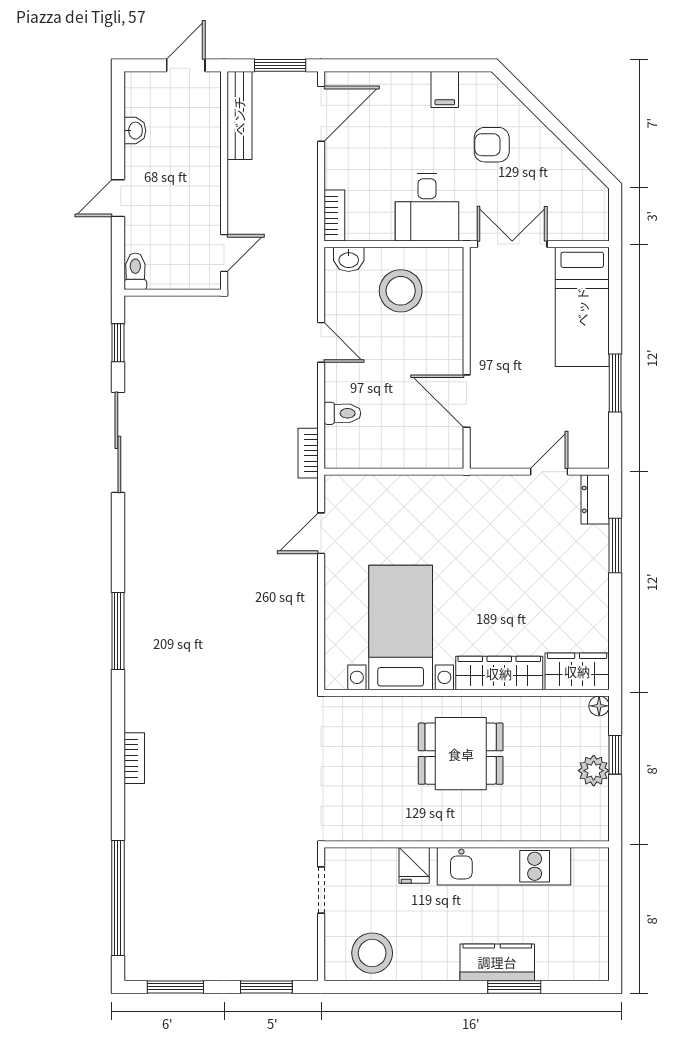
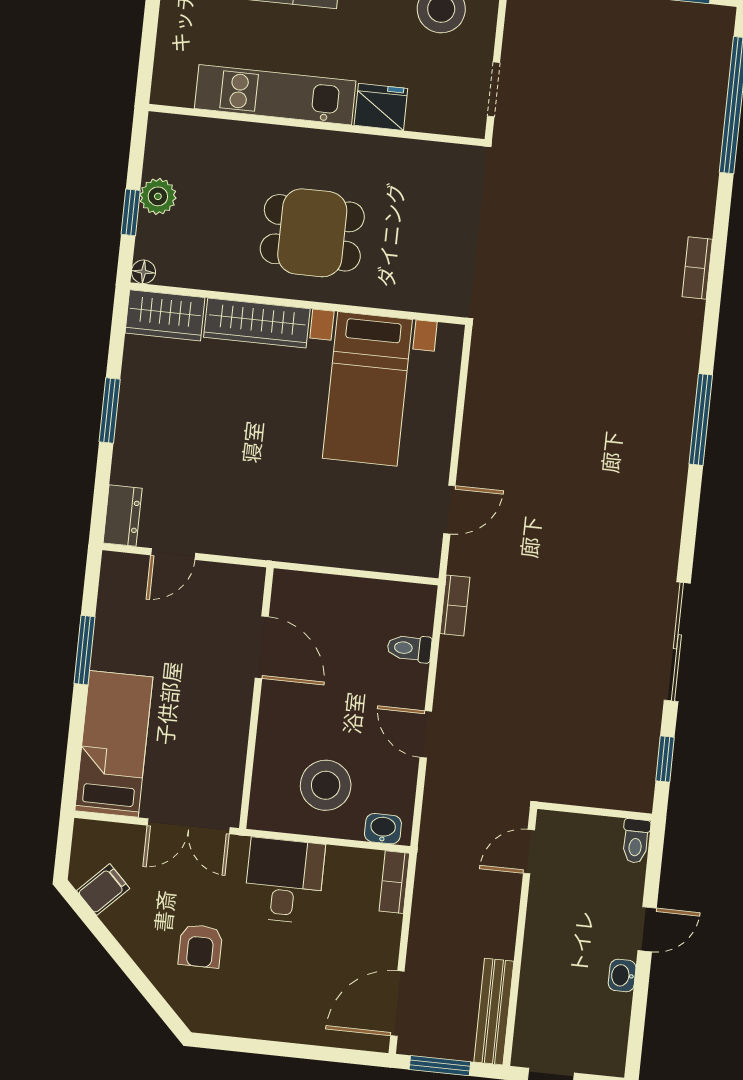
filing cabinet: (445, 90) -> (103, 890), moved, turned 45
washbasin: (135, 131) -> (622, 975), moved
armchair: (492, 145) -> (200, 946), turned 90
window: (615, 545) -> (110, 411), moved
fridge: (414, 865) -> (381, 107), width x1.38

